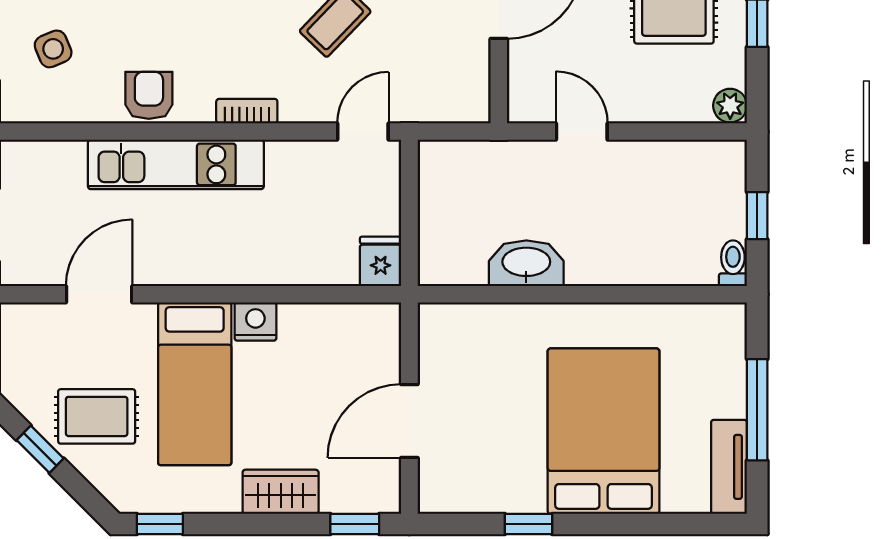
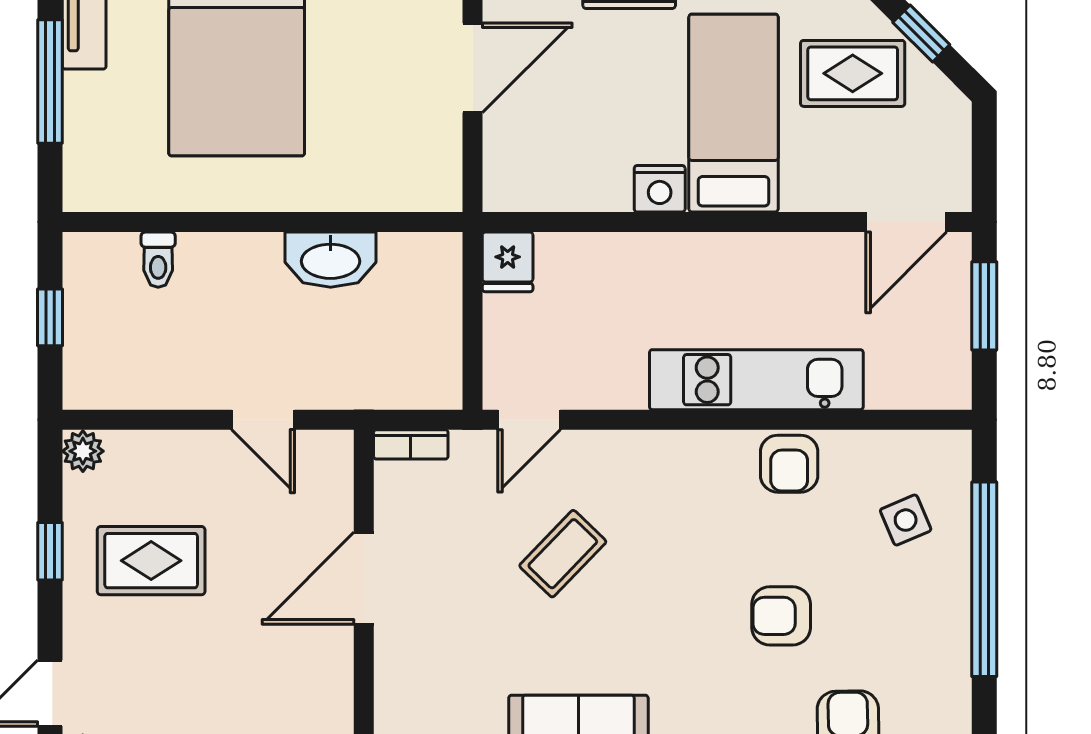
bookcase: (247, 111) -> (411, 444), moved
toilet: (733, 263) -> (158, 260), moved
door: (99, 294) -> (906, 222), moved

